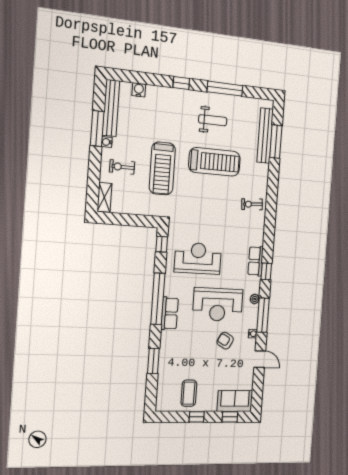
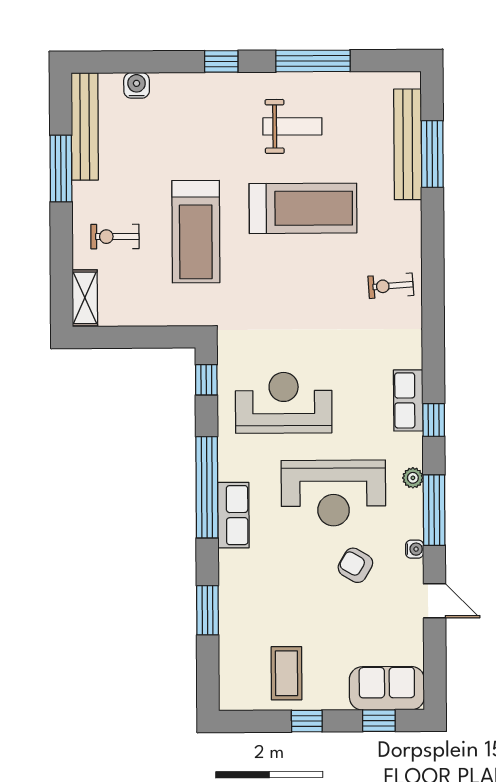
water cooler: (107, 142) -> (81, 192), removed

